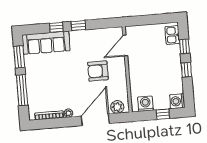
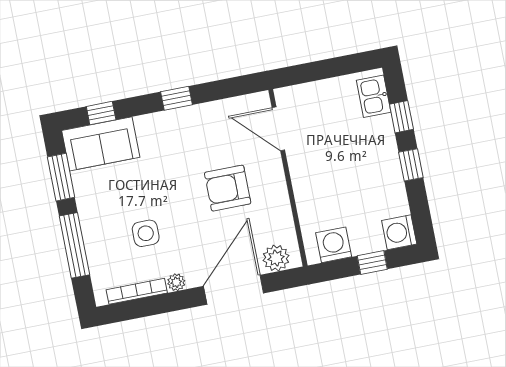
window: (56, 27) -> (101, 113), moved
sofa: (46, 43) -> (101, 144), width x0.73
door: (125, 46) -> (278, 129), hinge flipped
side table: (56, 88) -> (146, 233), added

